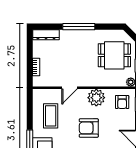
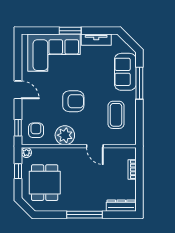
dining table: (114, 55) -> (45, 183), turned 90
door: (69, 88) -> (95, 146), swing flipped

